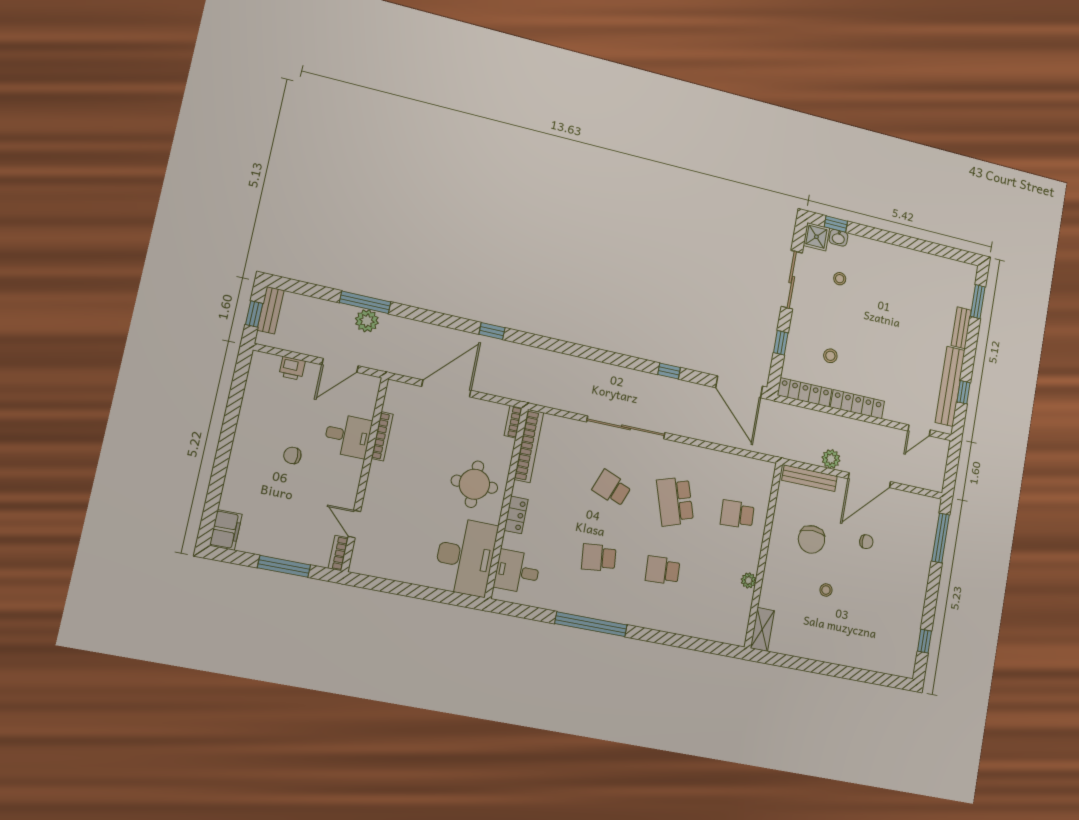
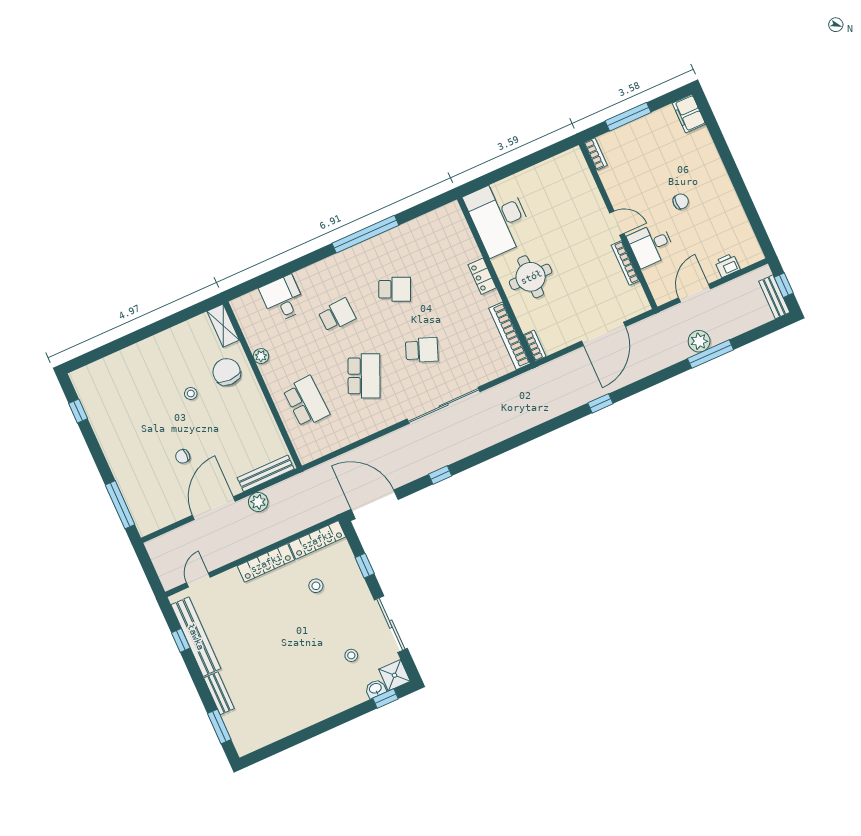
school desk: (675, 501) -> (364, 376), turned 42
school desk: (737, 514) -> (306, 402), width x1.85
door: (354, 524) -> (617, 223), moved
chair: (811, 539) -> (227, 372), moved
school desk: (599, 558) -> (395, 289), turned 30
desk: (517, 572) -> (283, 299), moved, turned -90

